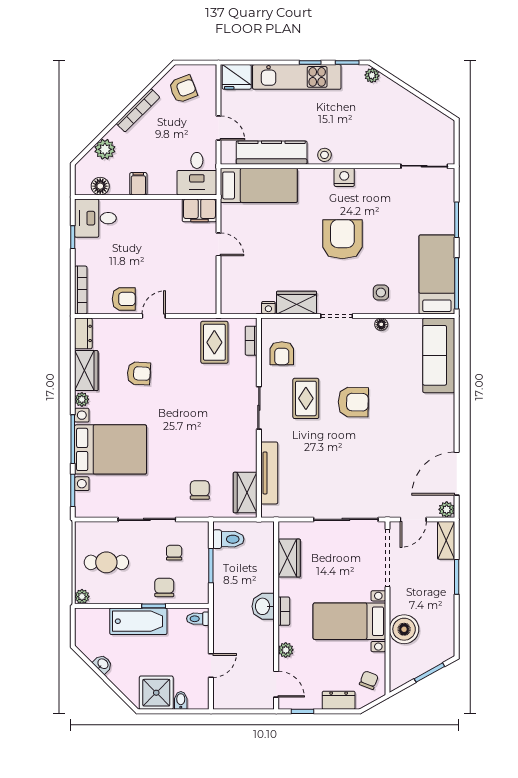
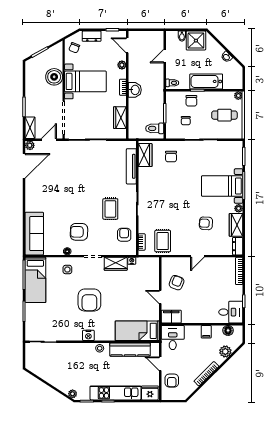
armchair: (183, 89) -> (172, 381), moved, turned -69
armchair: (124, 299) -> (177, 283), moved, turned 111
armchair: (353, 402) -> (79, 232), moved
bed with nightstands: (110, 449) -> (222, 186), width x0.73

